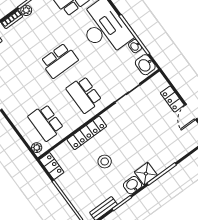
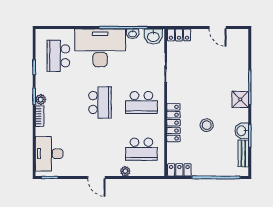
locker: (172, 99) -> (179, 35), moved
plant: (37, 148) -> (125, 171), moved
washbasin: (133, 185) -> (242, 131), moved

